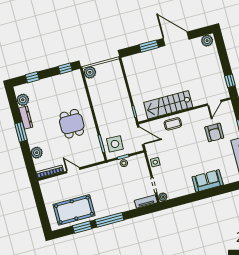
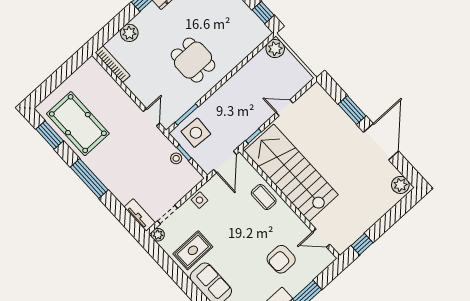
door: (127, 85) -> (285, 108), added
stairs: (168, 105) -> (291, 173), width x1.36, depth x1.51
dining table: (72, 124) -> (193, 60), turned 90
door: (73, 170) -> (151, 117), moved
rug: (183, 181) -> (193, 250), added
window: (82, 227) -> (50, 135), moved

